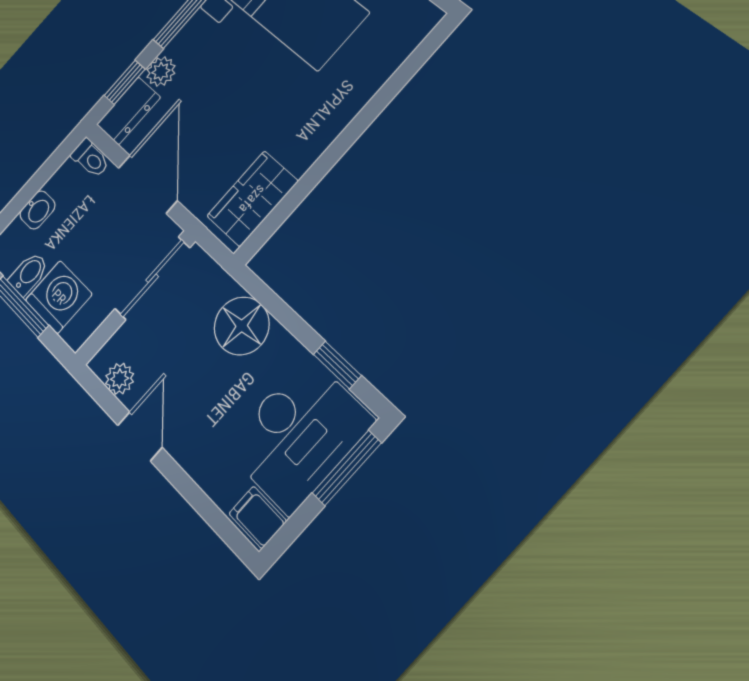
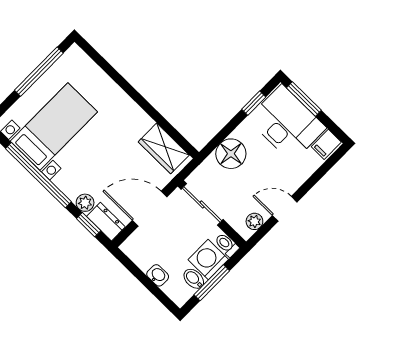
toilet: (90, 158) -> (227, 245), moved, turned -90

